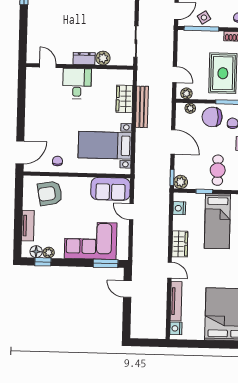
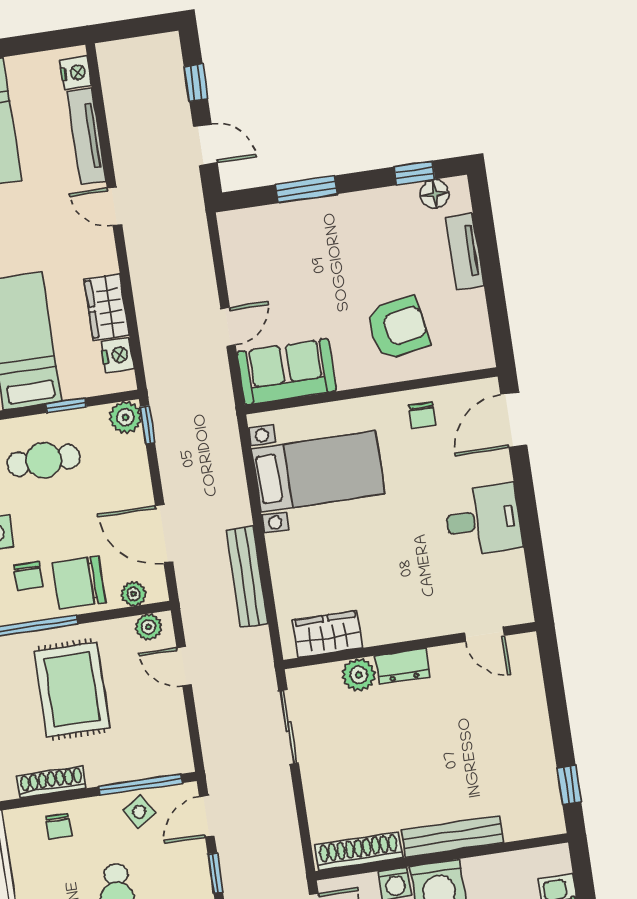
desk: (77, 84) -> (483, 520), moved, turned -90
wardrobe: (124, 99) -> (328, 634), moved, turned -90
chair: (212, 117) -> (79, 583), turned 180
door: (173, 142) -> (164, 534), moved
cafe table: (218, 170) -> (44, 460), turned 90
armchair: (50, 193) -> (398, 328), moved
door: (131, 212) -> (228, 327), hinge flipped
corner sofa: (91, 241) -> (311, 242), removed
wardrobe: (180, 244) -> (107, 307), moved
plant: (49, 253) -> (405, 197), removed
window: (106, 263) -> (306, 189), moved
window: (127, 315) -> (196, 83), added

